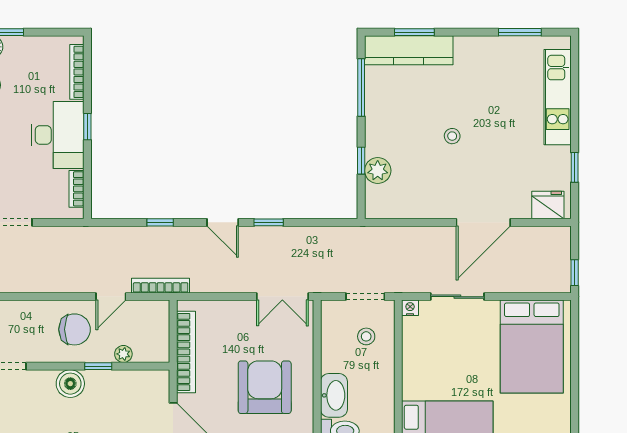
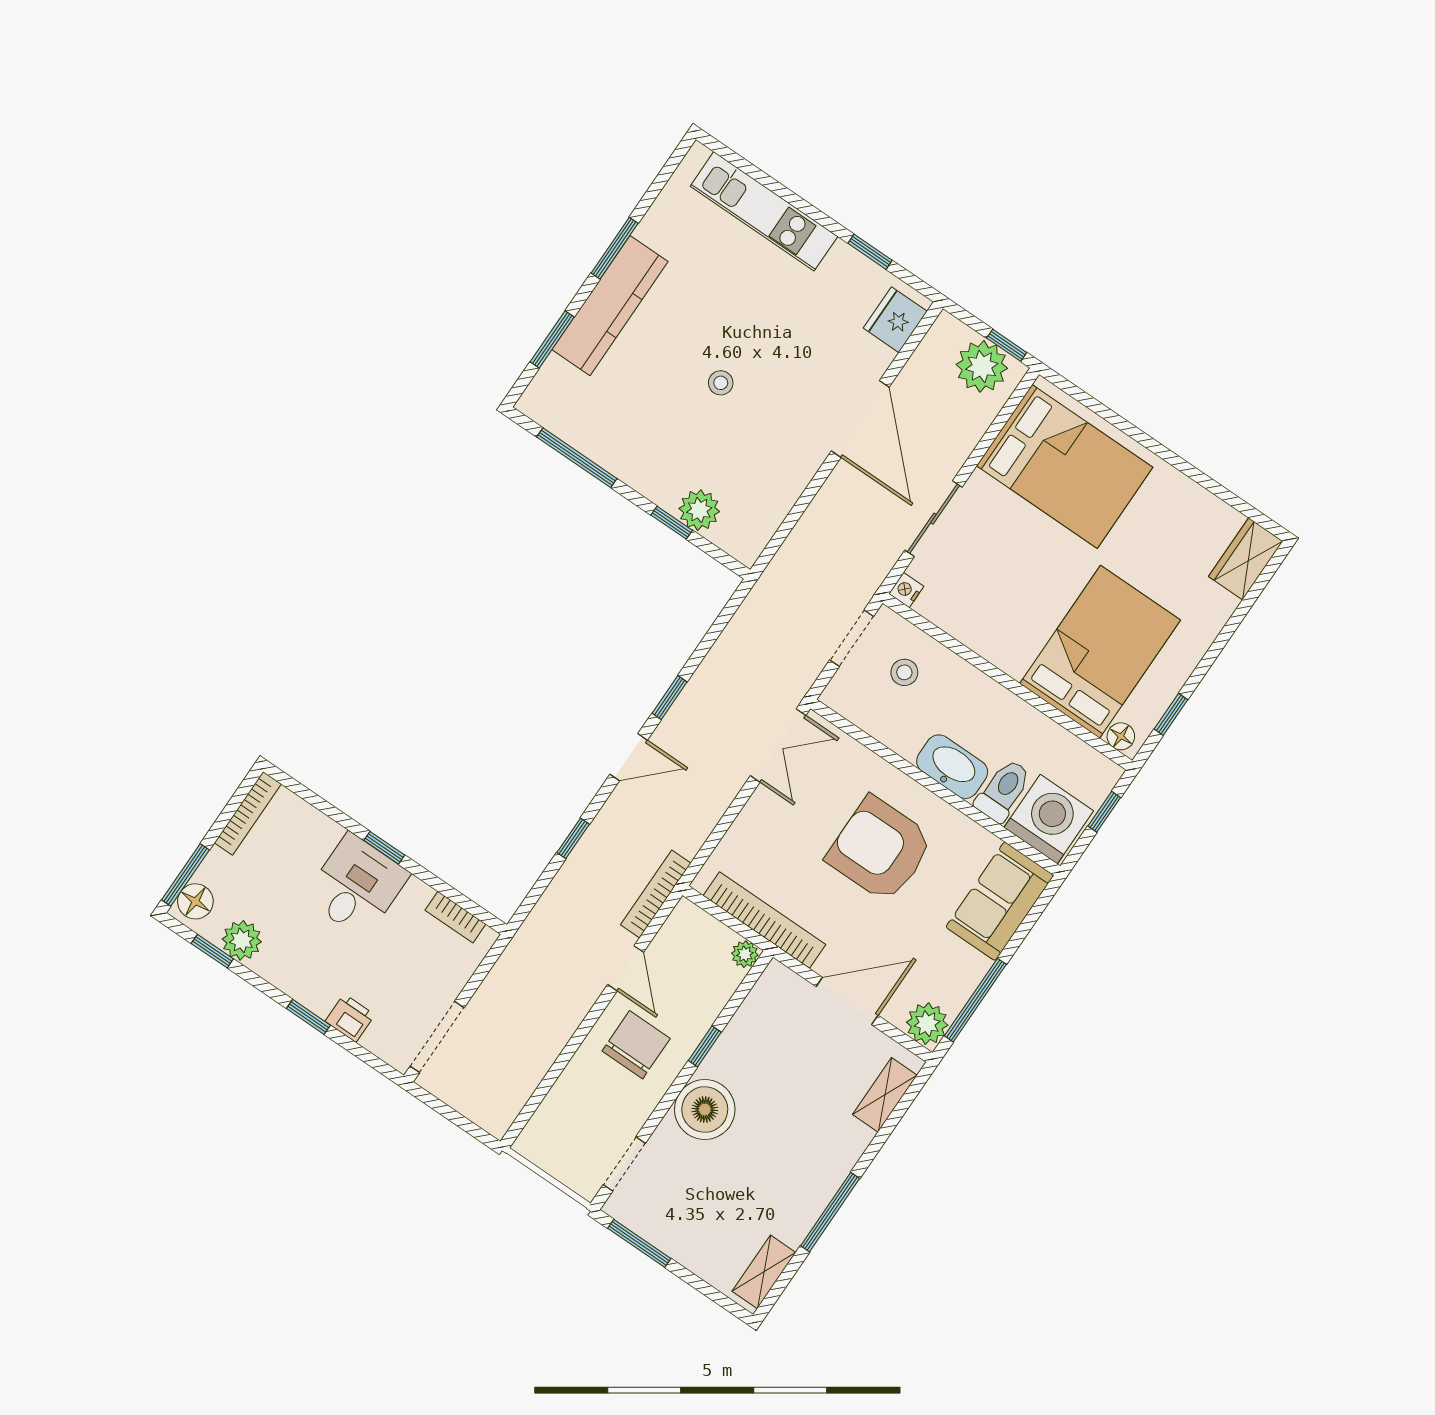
window: (520, 32) -> (615, 248), moved
kitchen counter: (409, 50) -> (610, 306), moved
bookcase: (77, 72) -> (248, 813), moved, turned -90
desk: (57, 135) -> (357, 886), width x0.73
plant: (555, 267) -> (982, 366), added
plant: (123, 354) -> (745, 954), moved
boiler: (70, 384) -> (705, 1109), width x1.37, depth x1.37

